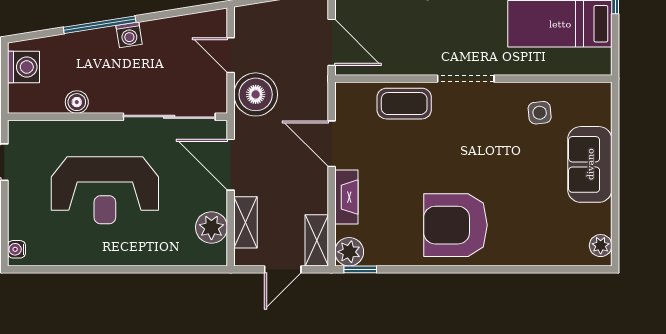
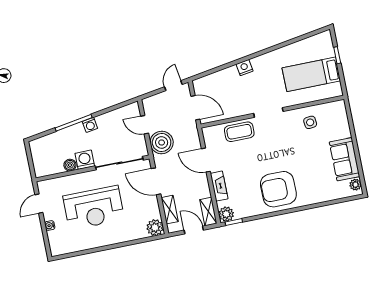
washing machine: (24, 67) -> (85, 160), moved, turned -90
sofa: (590, 164) -> (345, 159), moved
plant: (211, 227) -> (155, 228), moved
water cooler: (17, 249) -> (50, 226), moved
door: (283, 269) -> (194, 230), swing flipped

